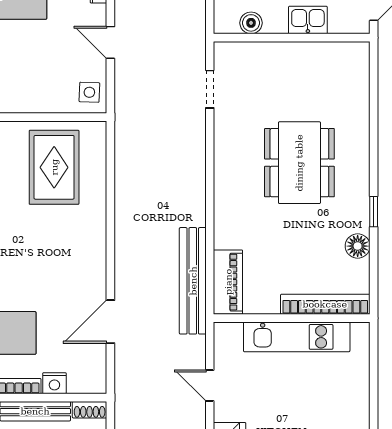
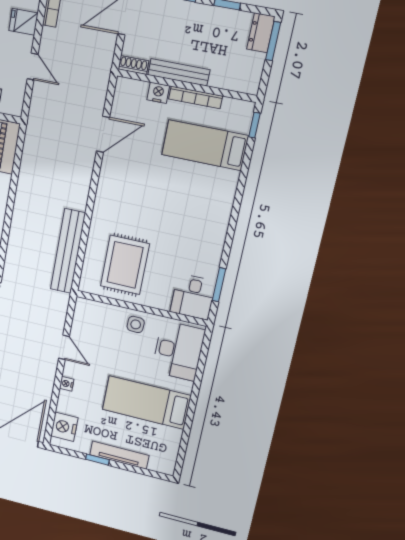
side table: (89, 92) -> (136, 324), moved
bench: (193, 281) -> (68, 251), moved

